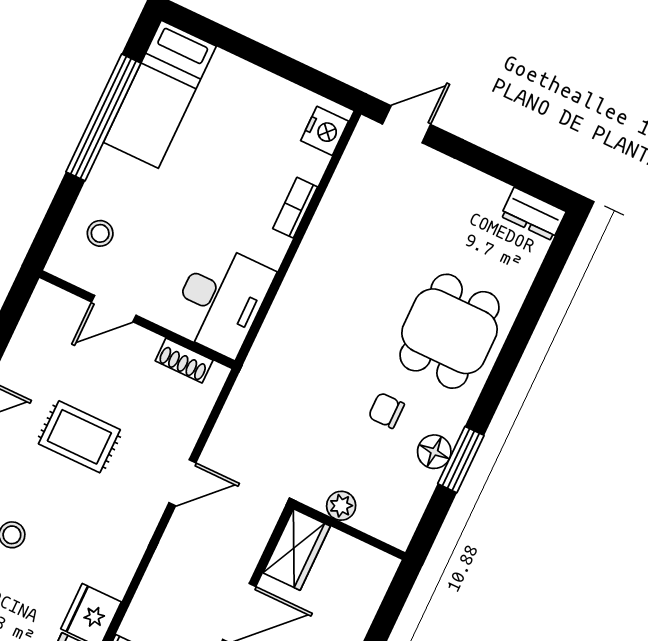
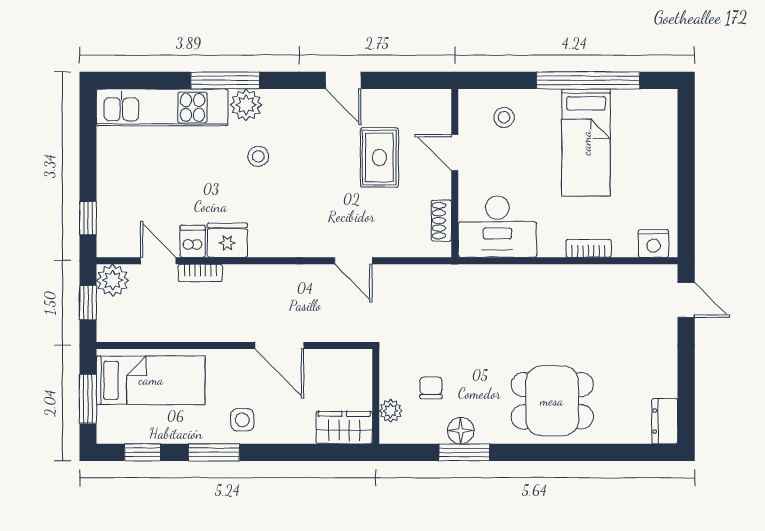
bed: (160, 94) -> (586, 143), moved, turned -90
chair: (386, 410) -> (431, 388), moved
rug: (79, 437) -> (379, 158), moved
plant: (341, 506) -> (391, 411), moved
wardrobe: (297, 550) -> (344, 428), moved, turned 180

